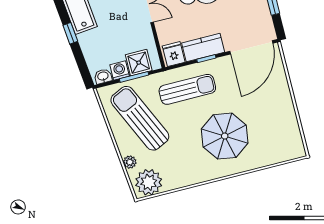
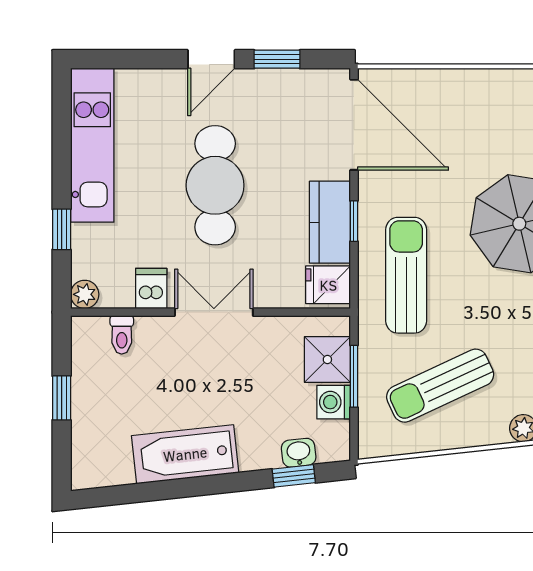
window: (70, 33) -> (294, 476), moved
washbasin: (103, 76) -> (299, 453), moved, turned 84
sun lounger: (140, 118) -> (440, 386), width x0.73, depth x0.75

